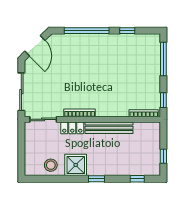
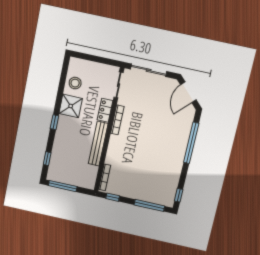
window: (127, 31) -> (179, 195), moved
door: (35, 46) -> (188, 92), hinge flipped
window: (163, 156) -> (63, 186), width x2.17

